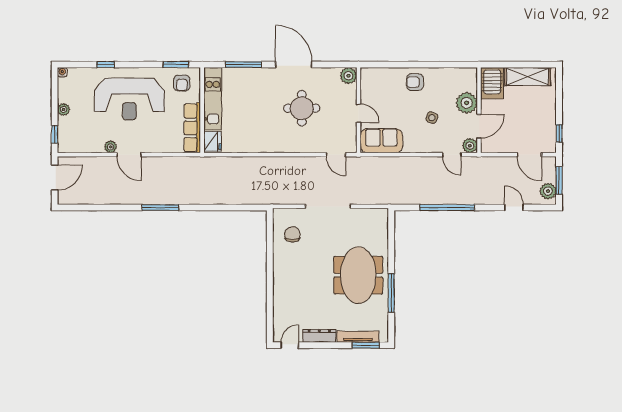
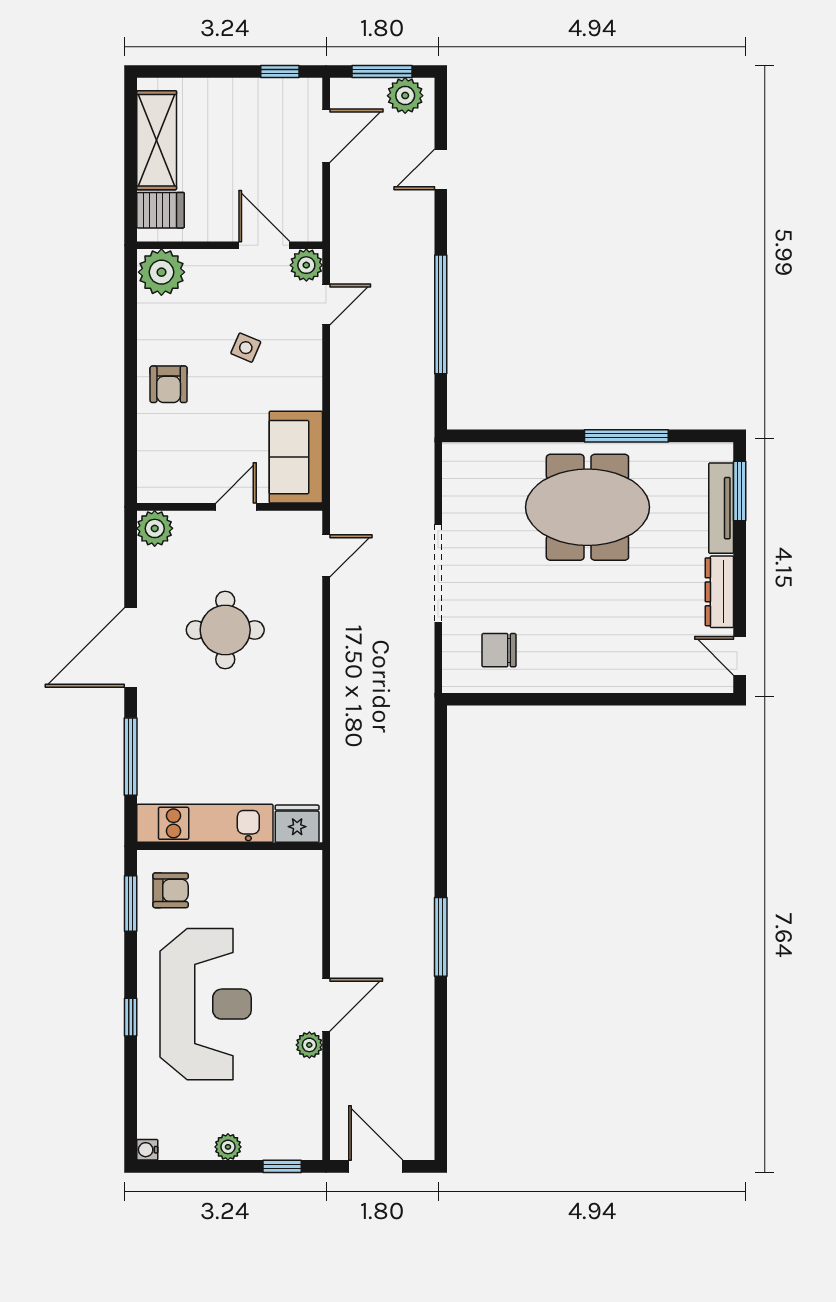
window: (106, 65) -> (131, 1017), moved
server rack: (492, 83) -> (161, 210), width x0.73, depth x0.70
plant: (467, 103) -> (161, 272), moved
row of seats: (192, 128) -> (268, 868), removed

